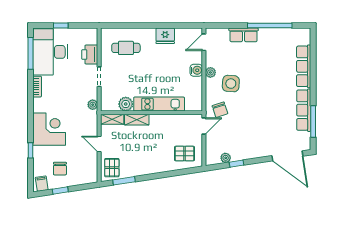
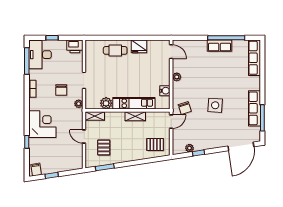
row of seats: (244, 35) -> (220, 46), moved
door: (204, 42) -> (171, 52), swing flipped
cafe table: (126, 48) -> (115, 50), moved
desk: (50, 52) -> (40, 55), width x0.73, depth x0.77
printer: (90, 54) -> (75, 46), moved, turned -90
row of seats: (304, 66) -> (254, 58), moved
water cooler: (196, 70) -> (165, 91), moved
side table: (231, 84) -> (215, 105), moved
shelving: (137, 120) -> (135, 116), moved
door: (287, 156) -> (241, 146), hinge flipped
pallet: (112, 168) -> (104, 147), moved
chair: (60, 169) -> (61, 90), moved

